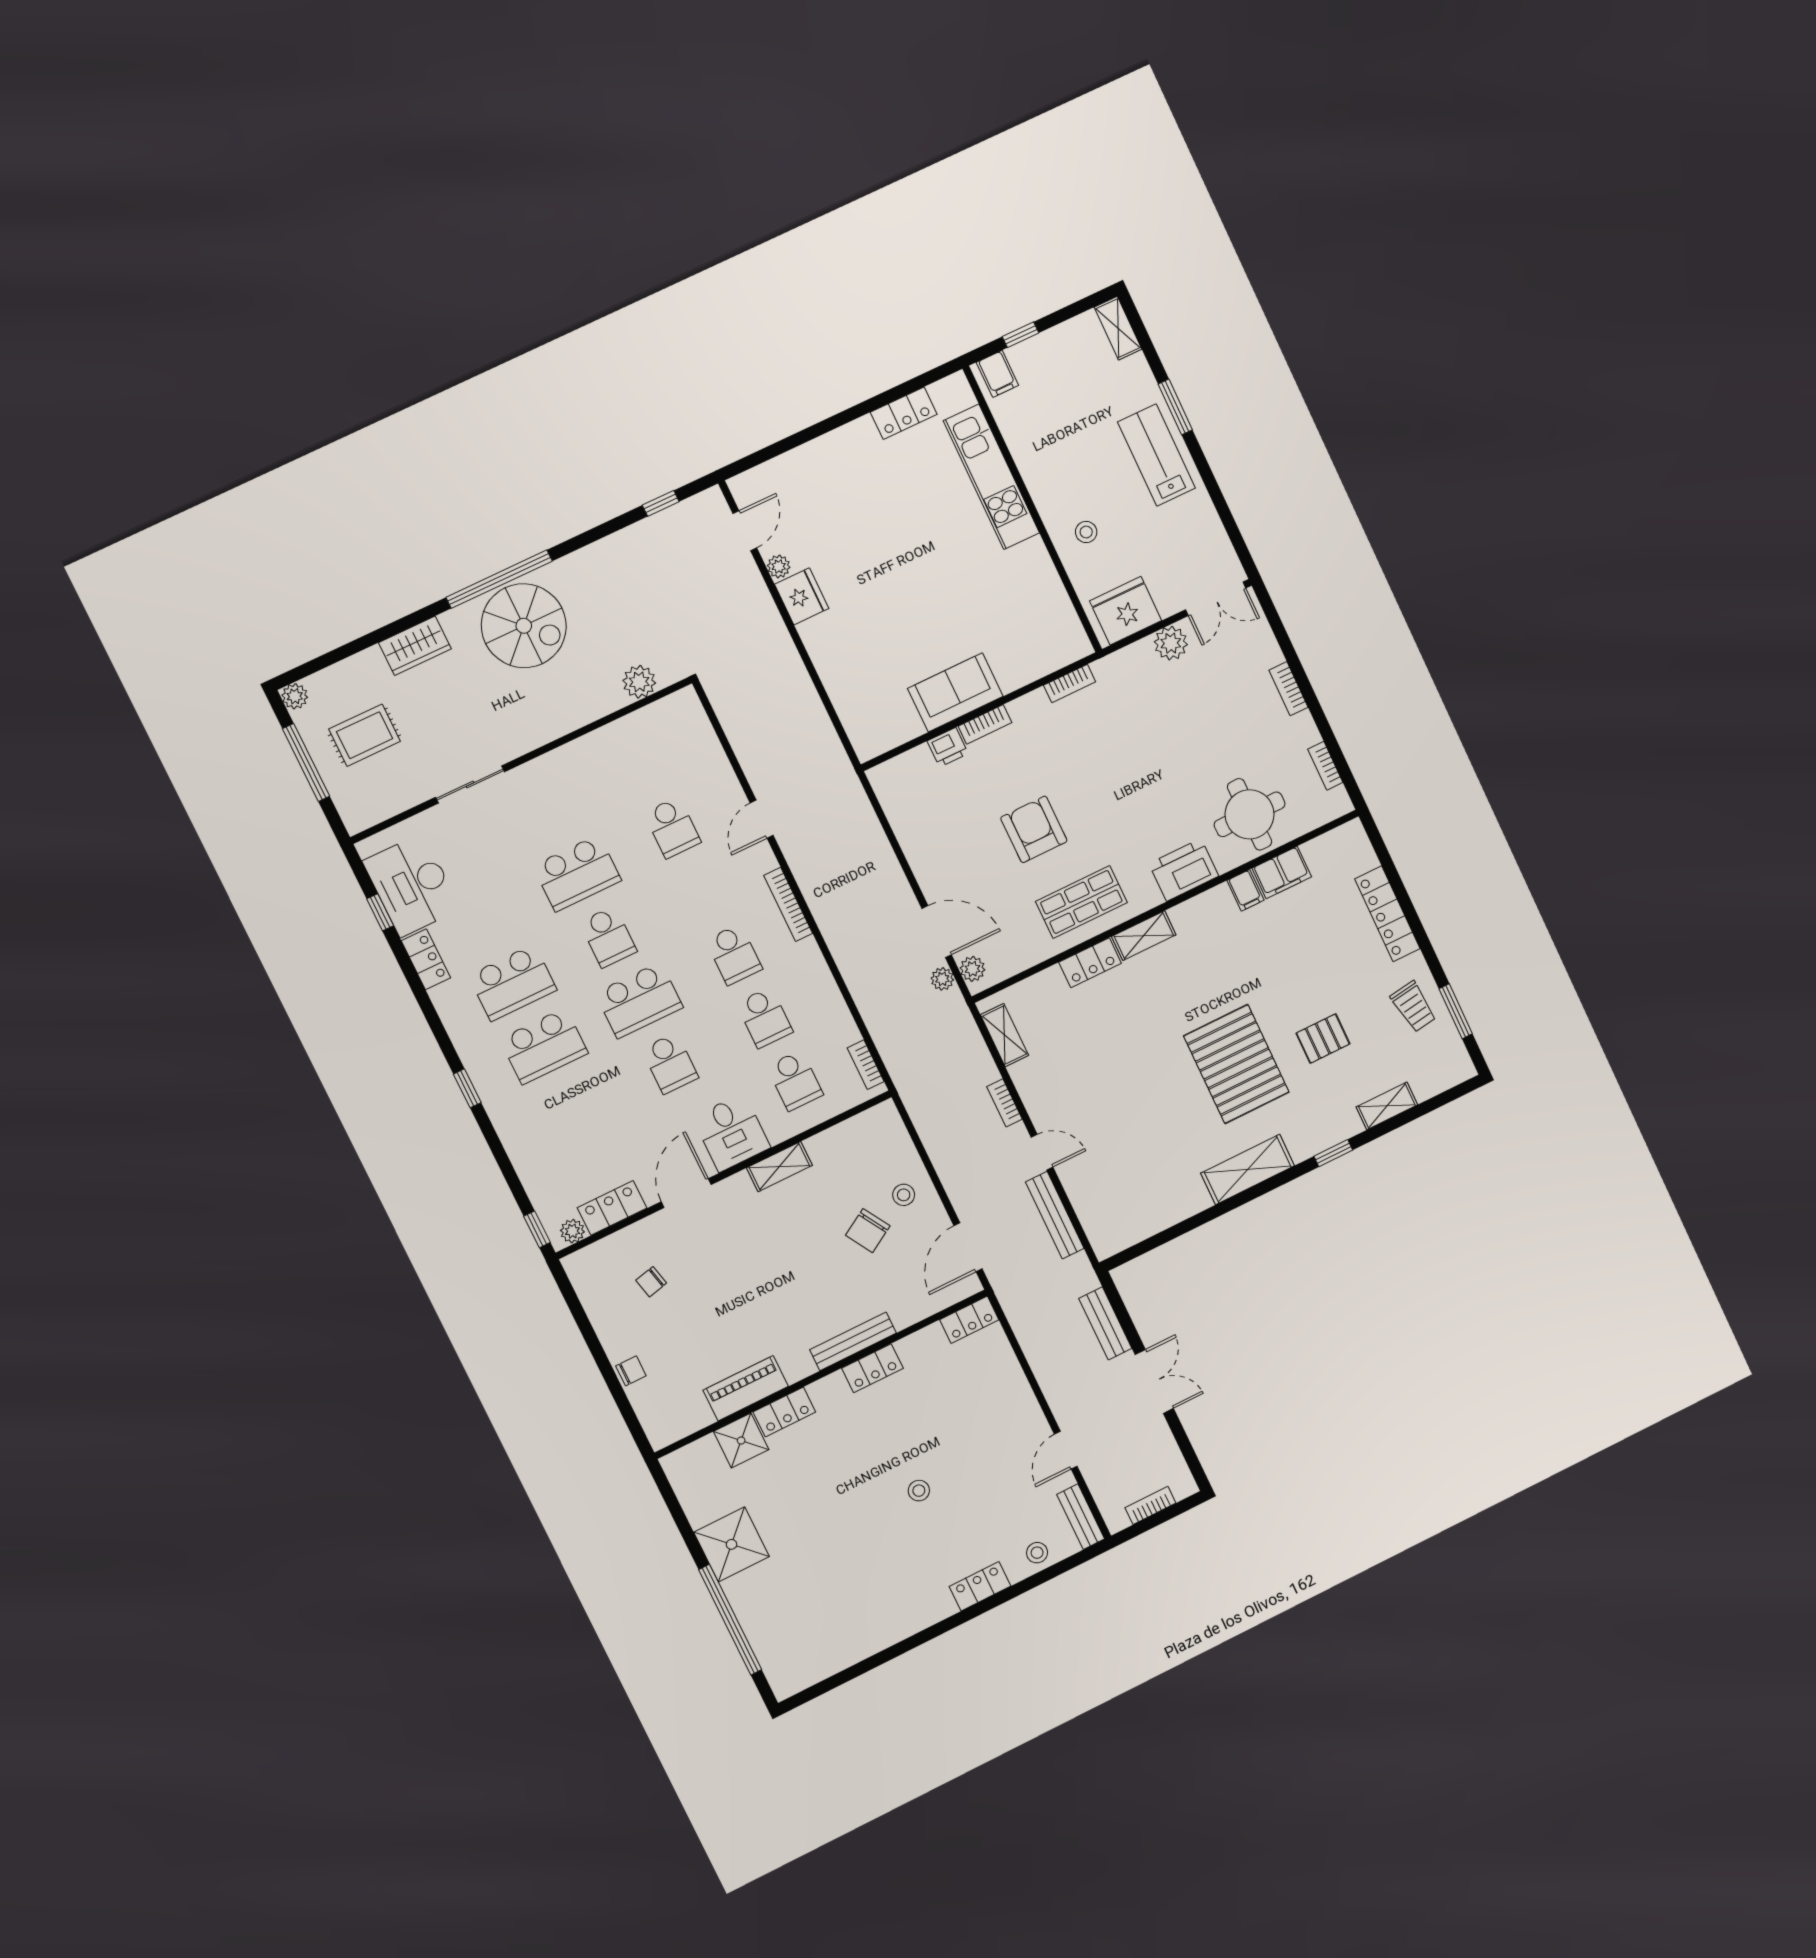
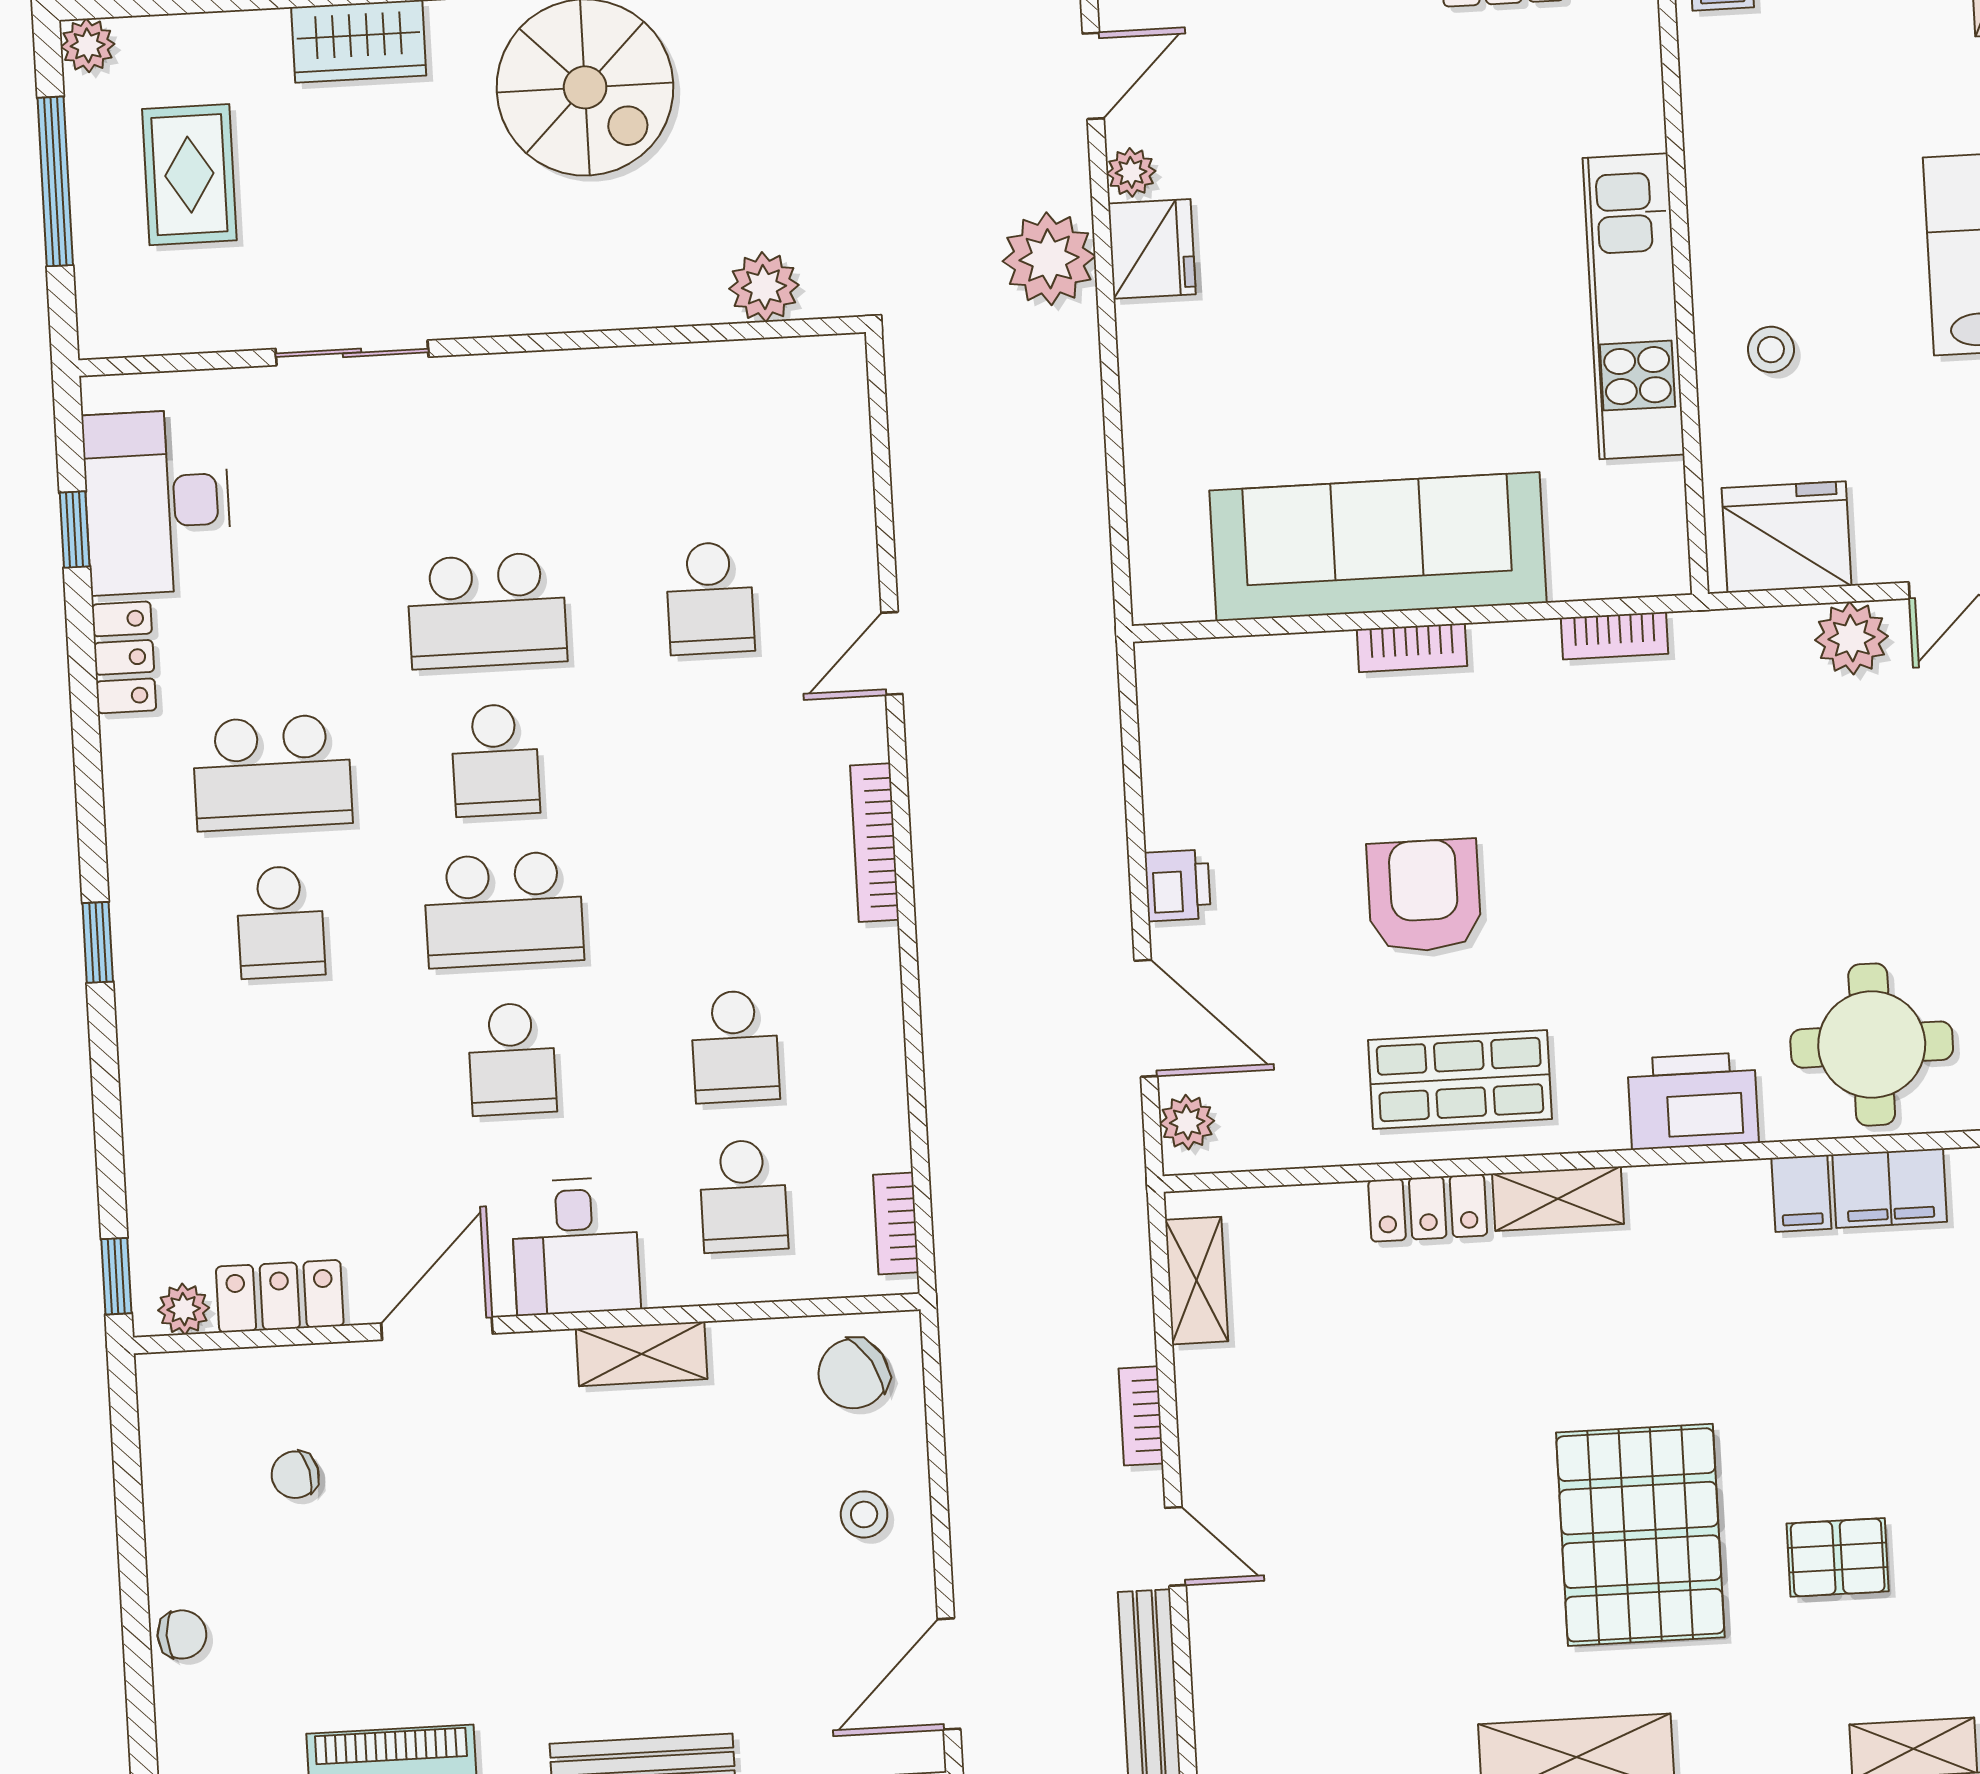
kitchen unit: (991, 477) -> (1634, 306), moved
sofa: (955, 692) -> (1378, 547), width x1.85, depth x1.27
rug: (365, 735) -> (189, 175), turned 90
printer: (948, 747) -> (1178, 885), moved, turned -90
school desk: (734, 955) -> (727, 897), removed
plant: (942, 979) -> (1049, 259), moved, width x1.88, depth x1.88
school desk: (544, 1046) -> (281, 922), width x0.54
chair: (868, 1231) -> (853, 1374), moved

